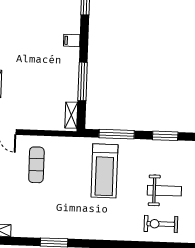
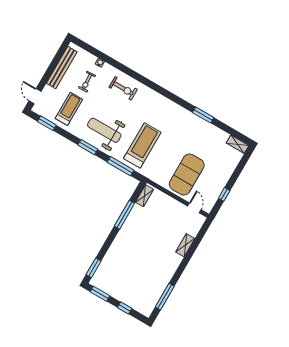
filing cabinet: (72, 40) -> (117, 247), removed
exercise mat: (36, 165) -> (187, 175), width x2.00, depth x1.45
weight bench: (164, 191) -> (104, 130), moved, width x1.36, depth x1.33

